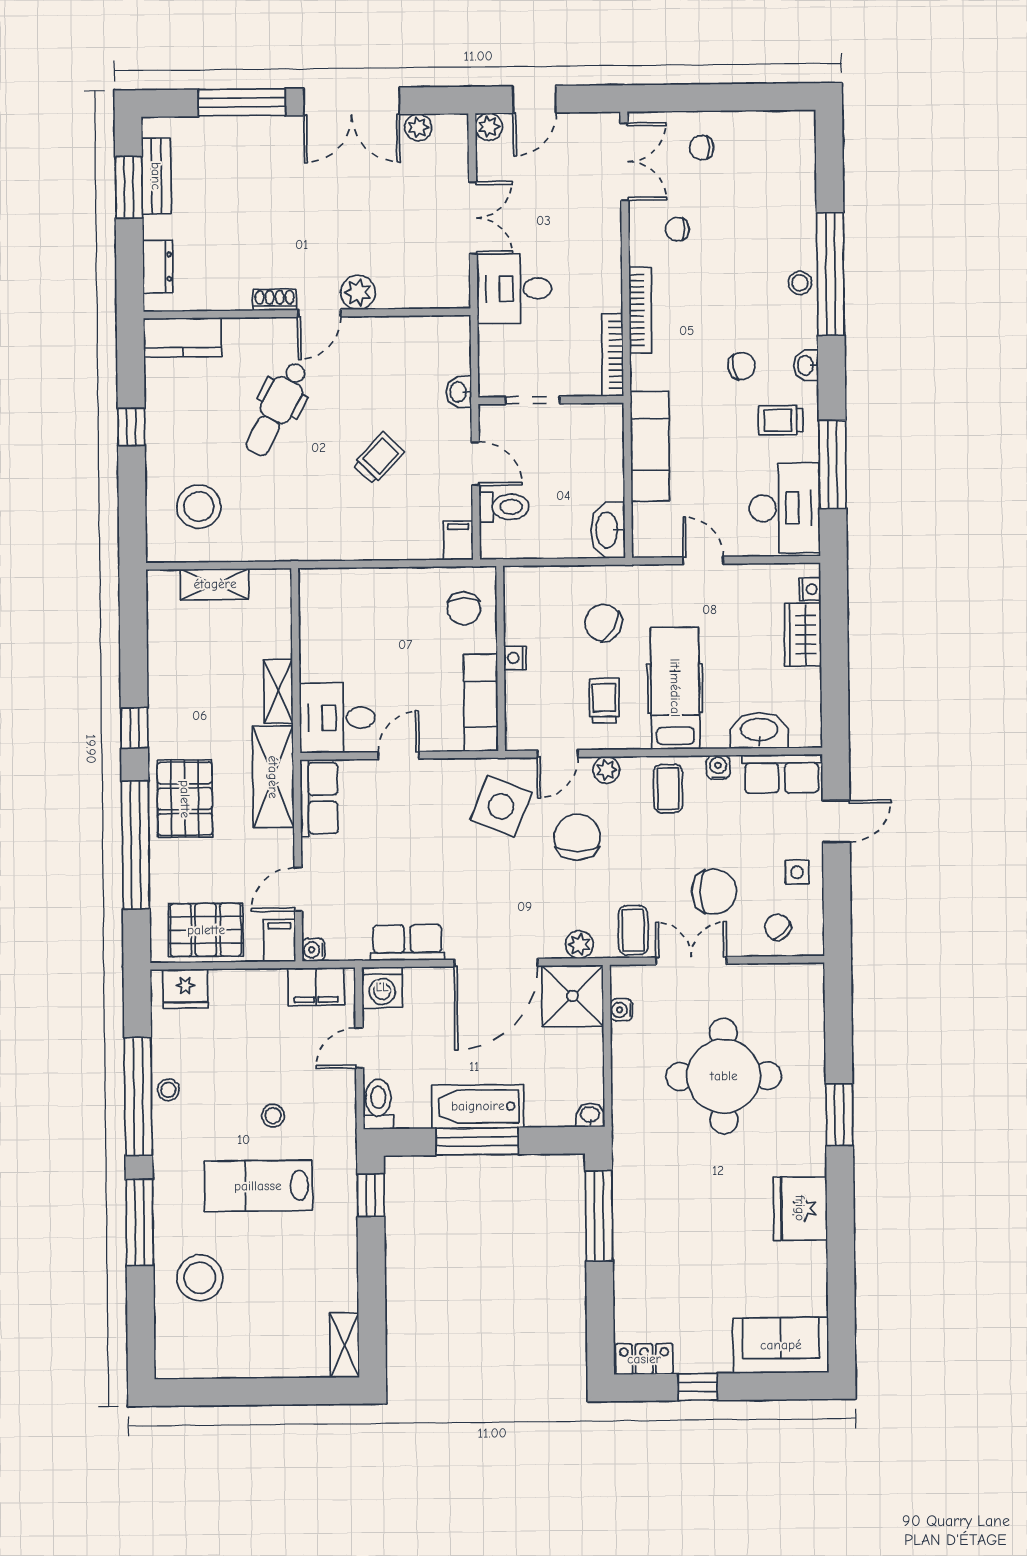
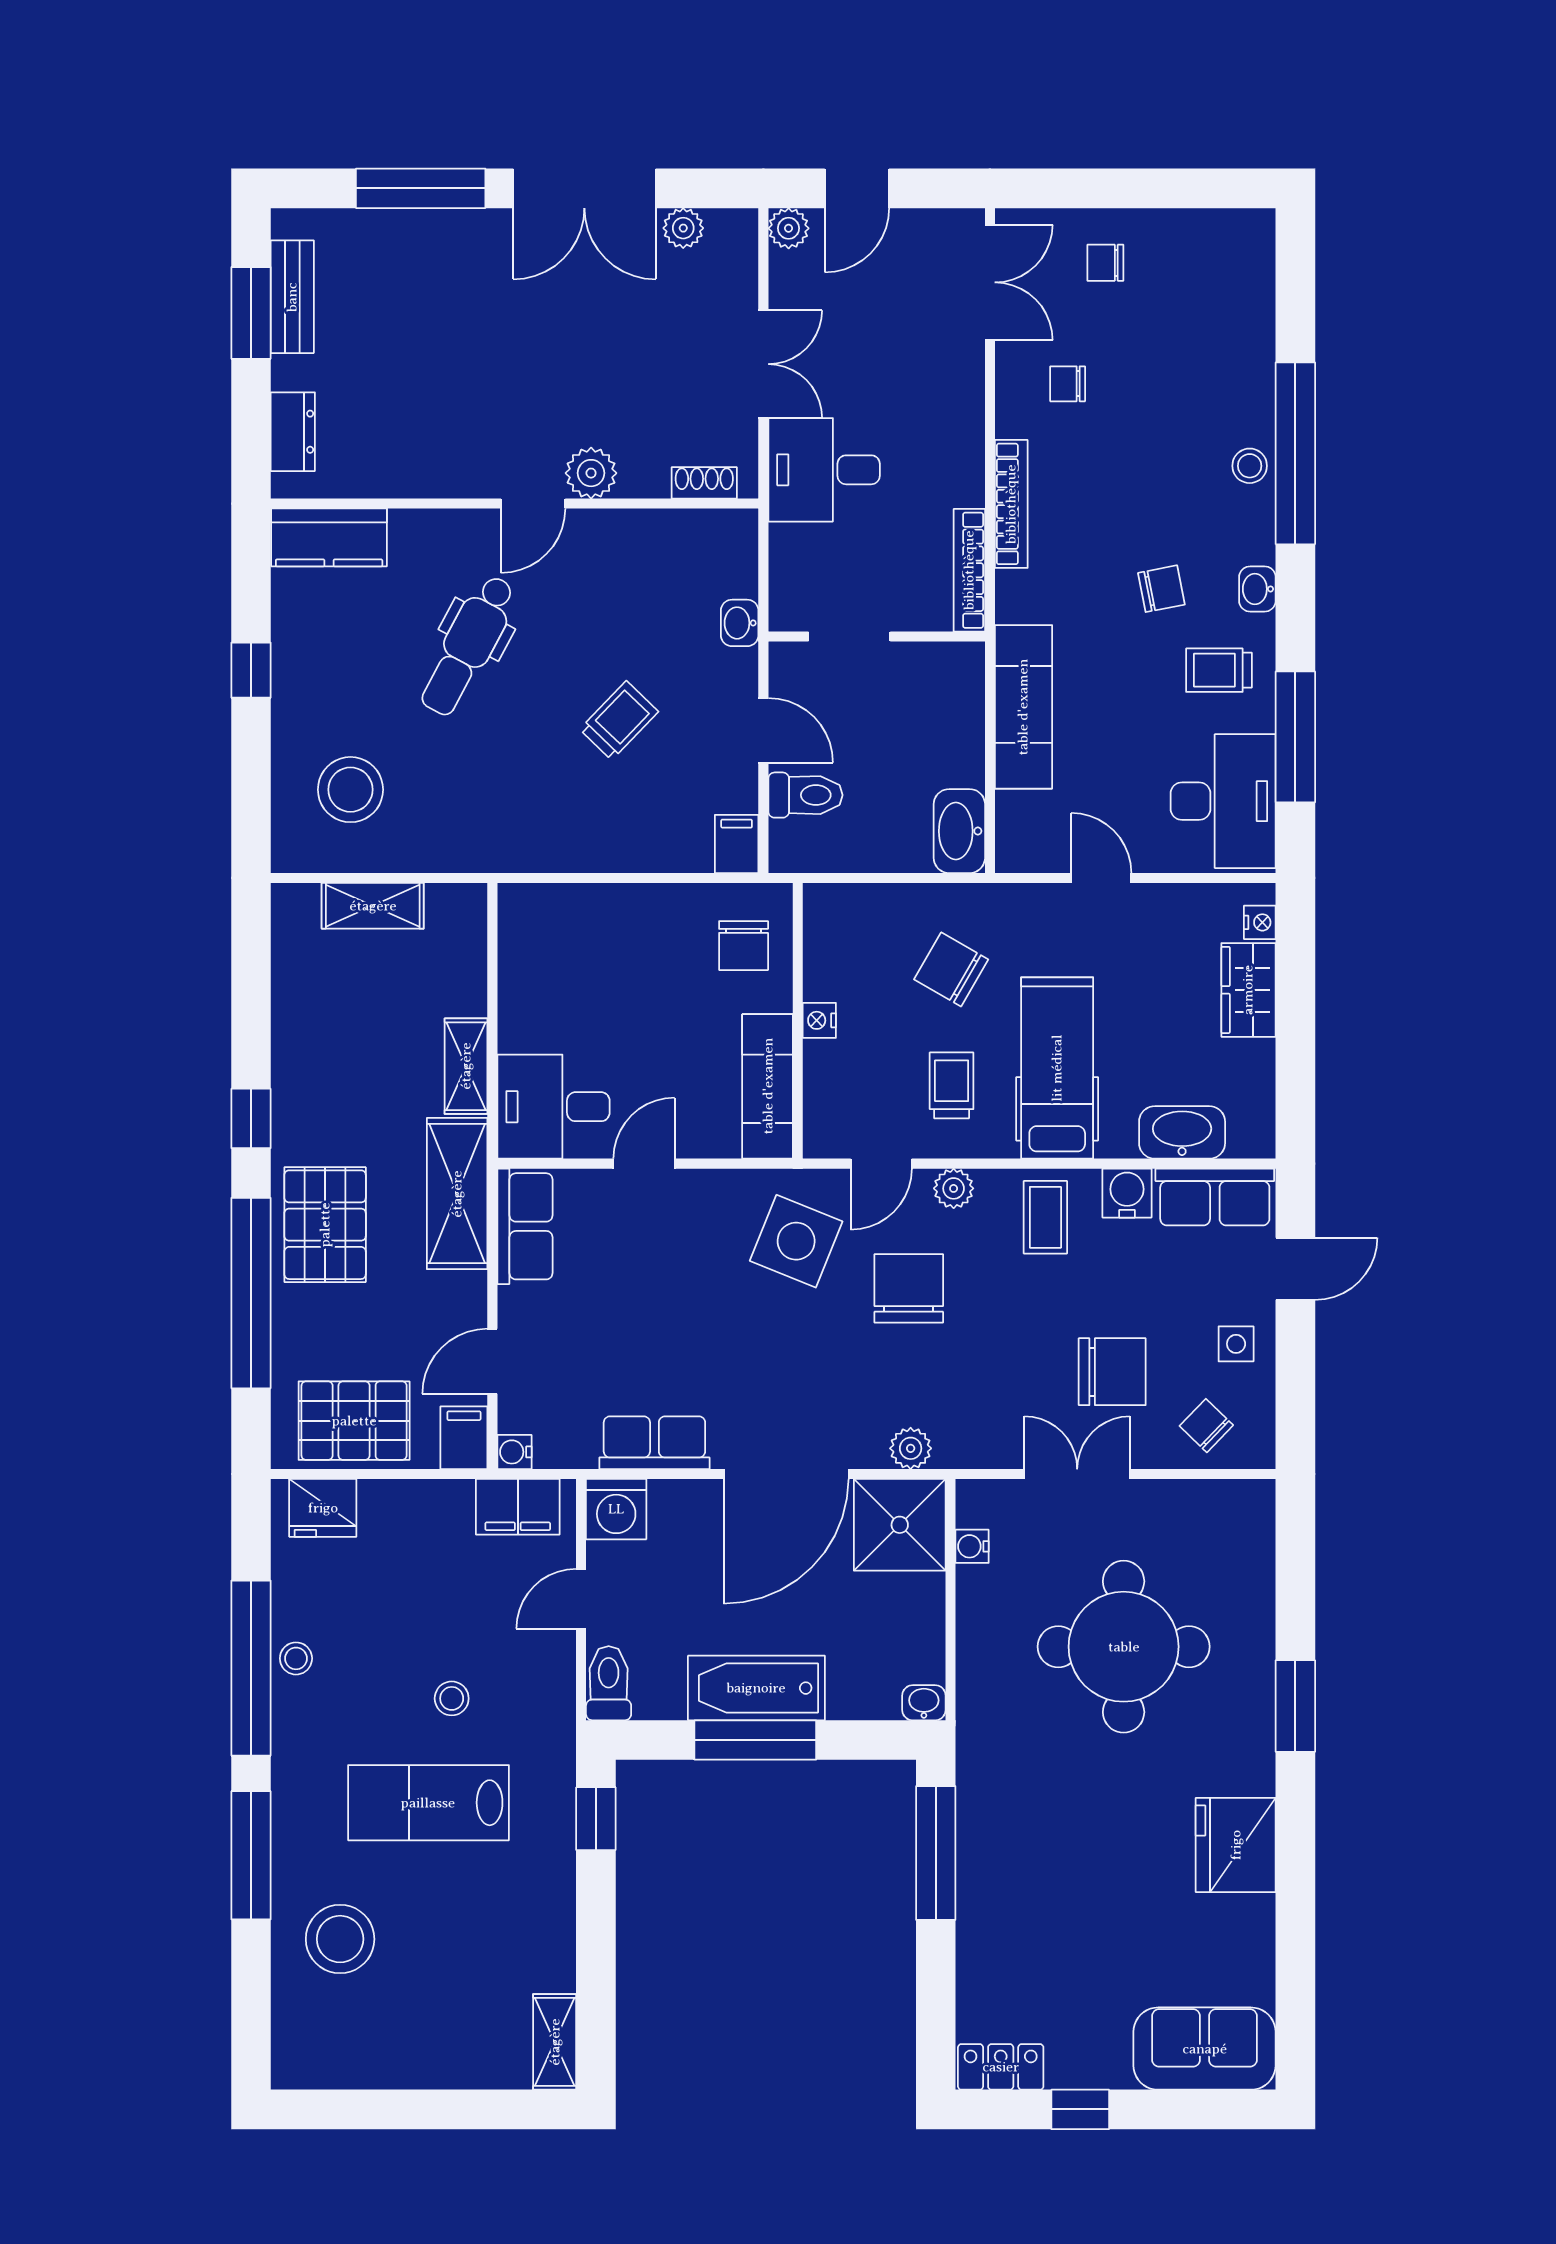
shoe rack: (275, 300) -> (704, 483), moved
water cooler: (718, 767) -> (1127, 1193), width x1.38, depth x1.38
coffee table: (633, 930) -> (991, 1428), removed

